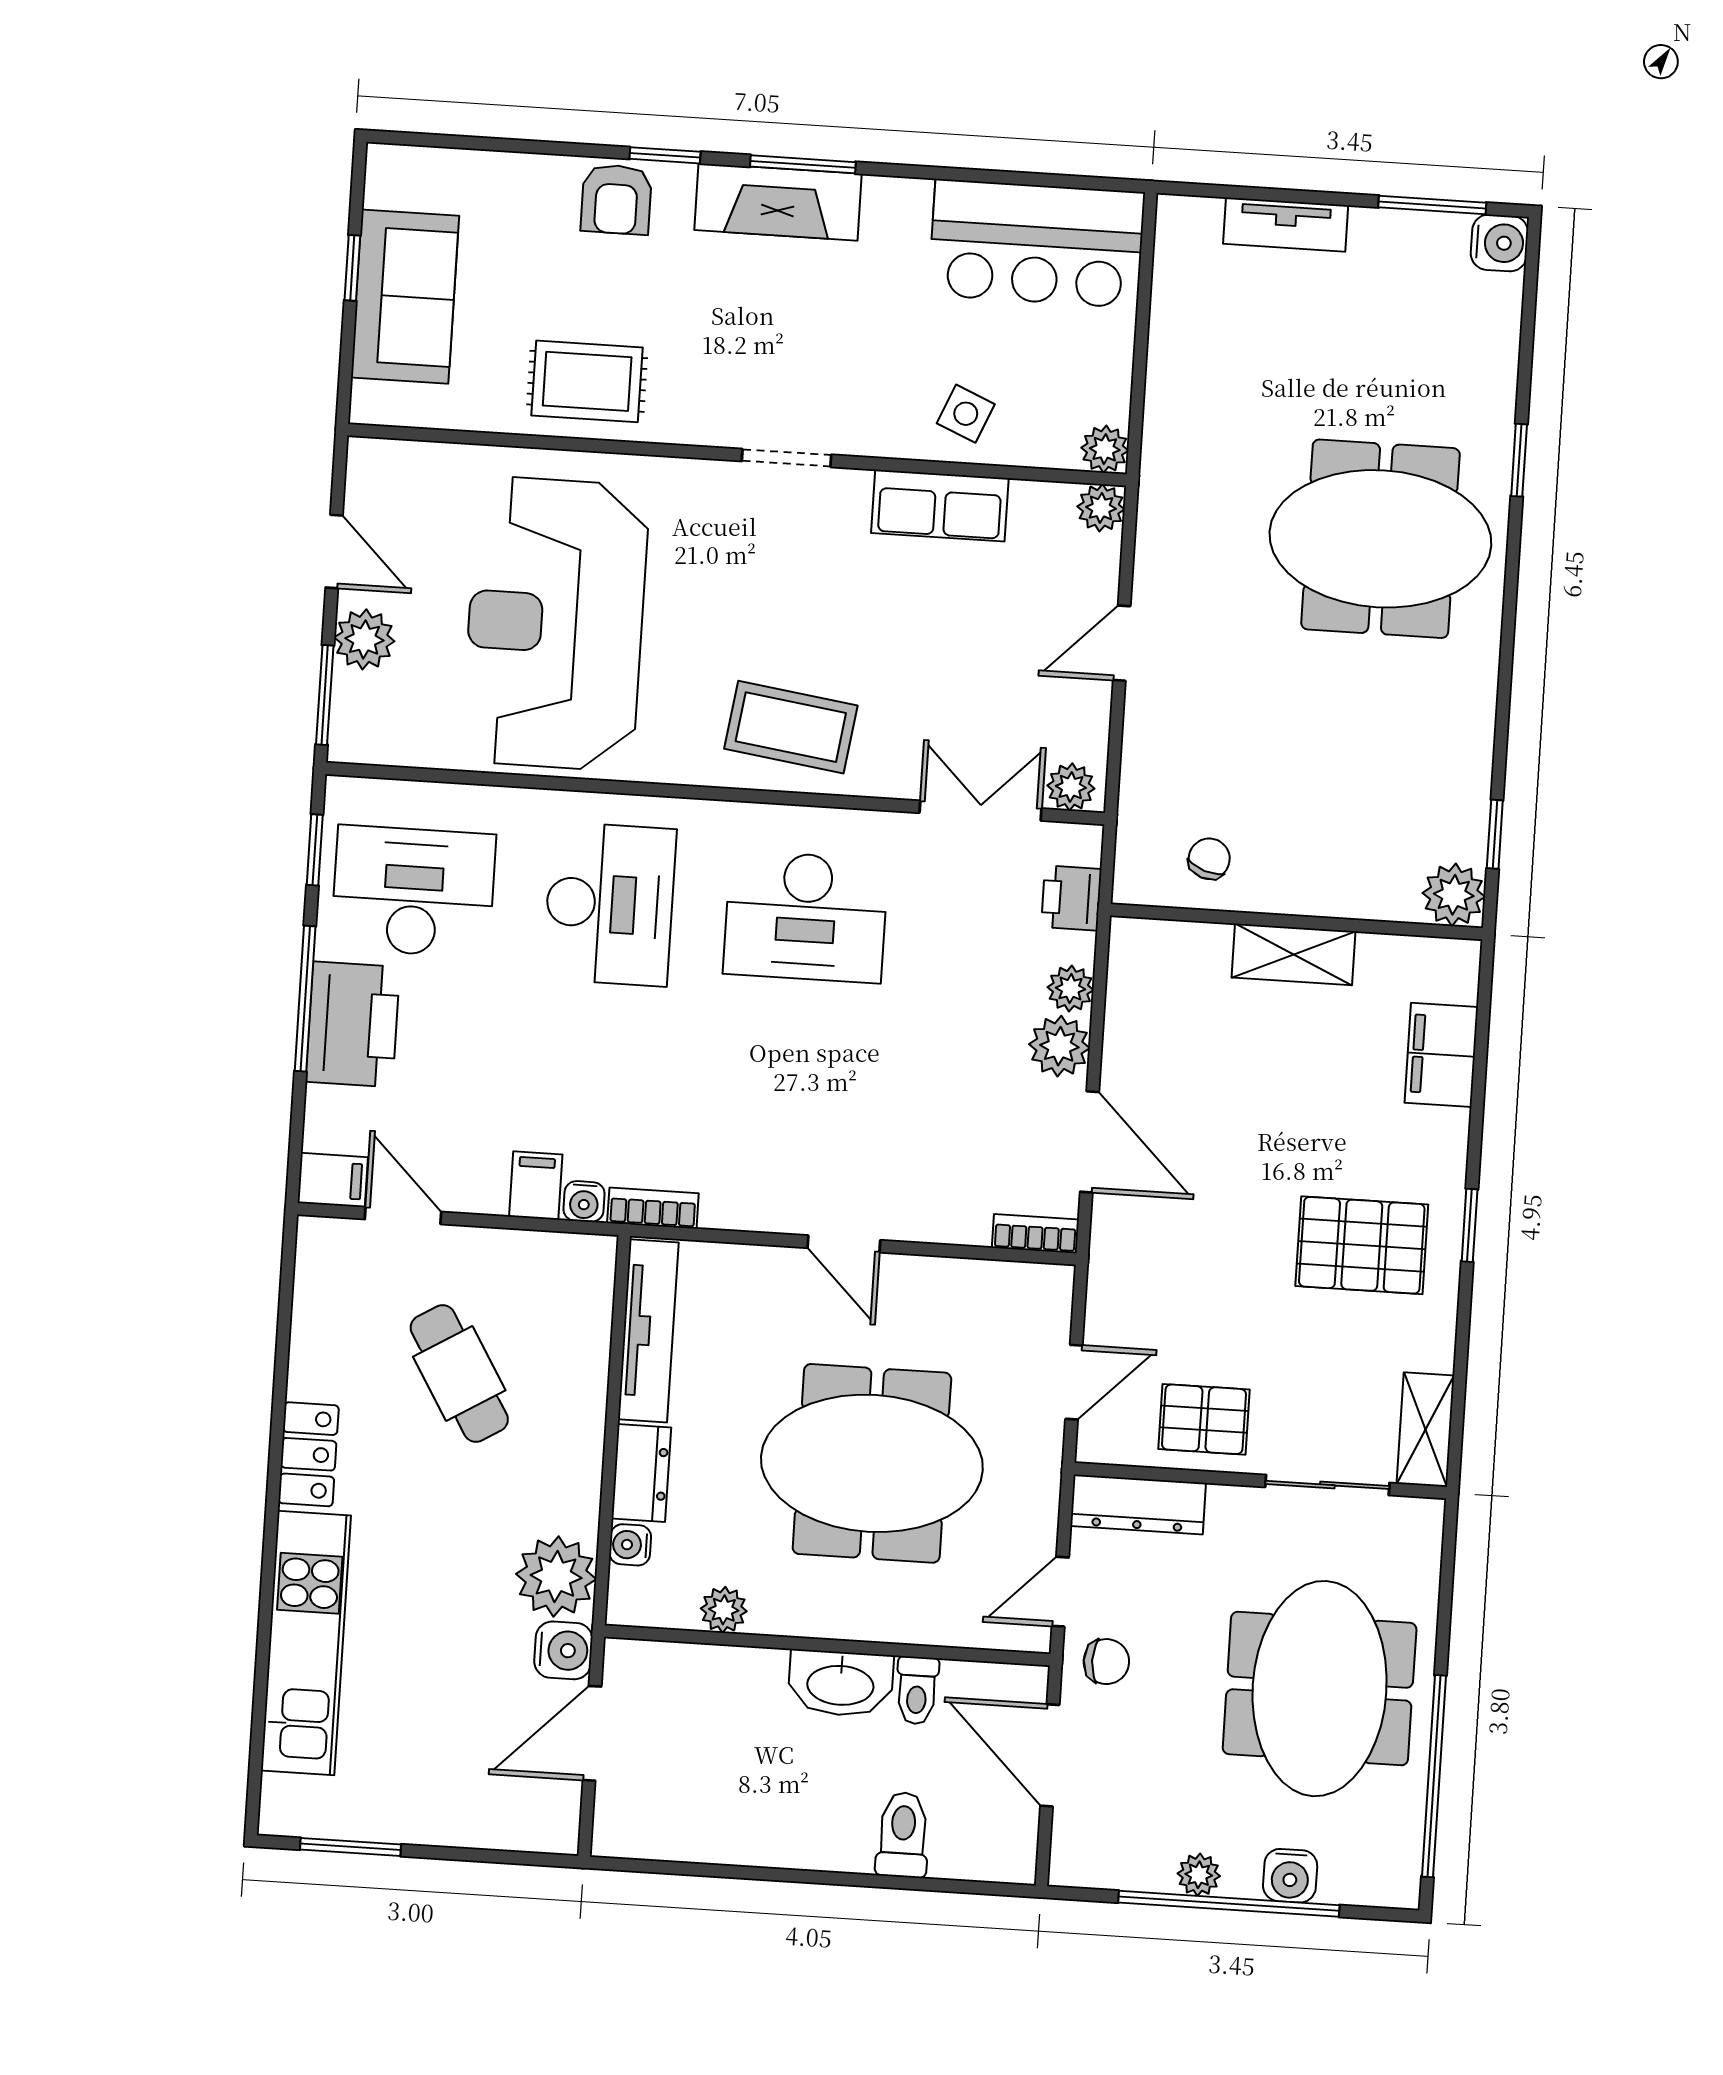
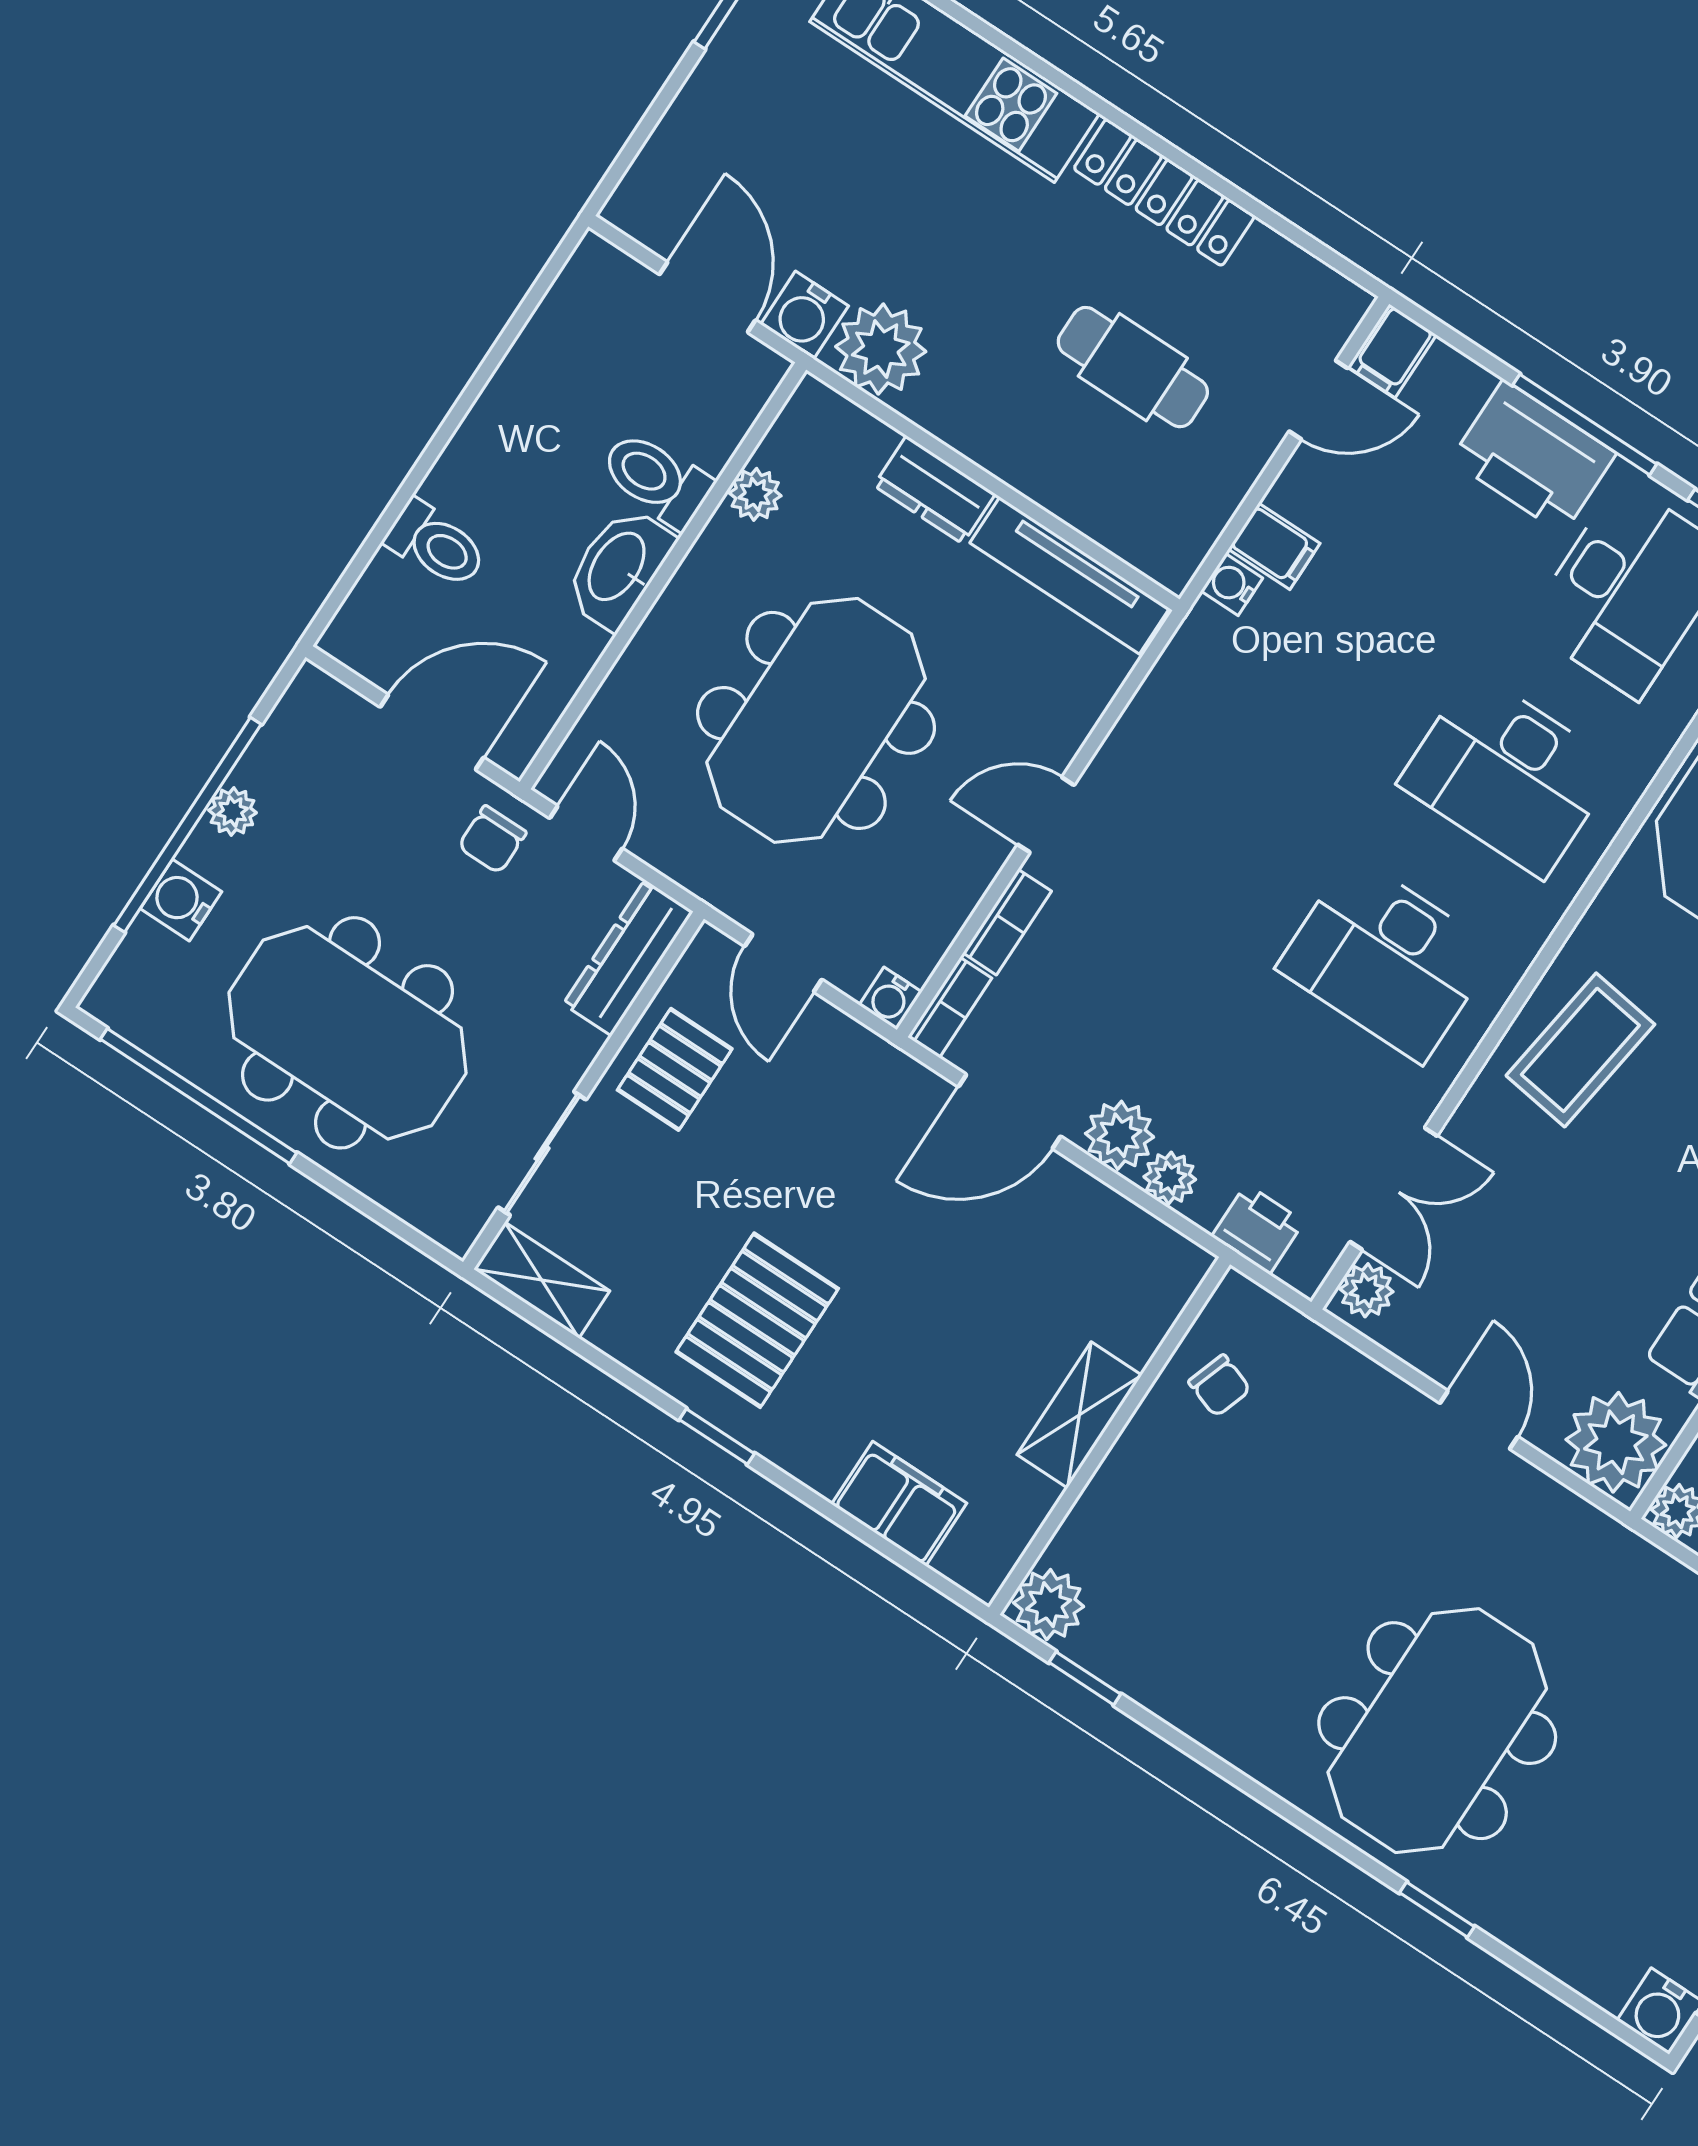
plant: (1101, 508) -> (1616, 1442), width x1.88, depth x1.88
desk: (806, 917) -> (1387, 959), turned -90
bookcase: (653, 1208) -> (1007, 922), moved
cafe table: (459, 1374) -> (1133, 367), turned 31
locker: (308, 1454) -> (1164, 192), width x1.53
water cooler: (630, 1545) -> (890, 998), moved, turned 180
toilet: (917, 1690) -> (656, 479), moved, width x1.37, depth x1.39

